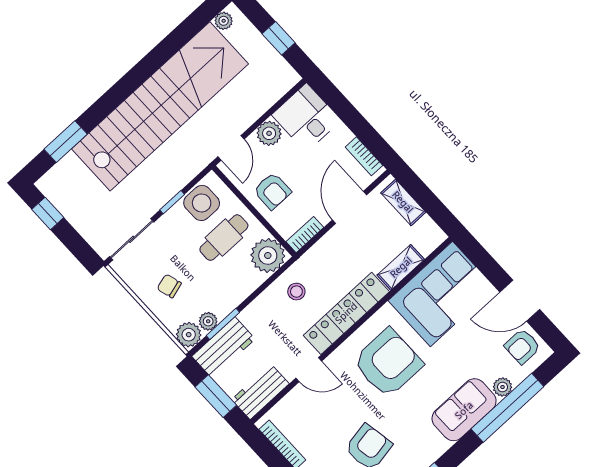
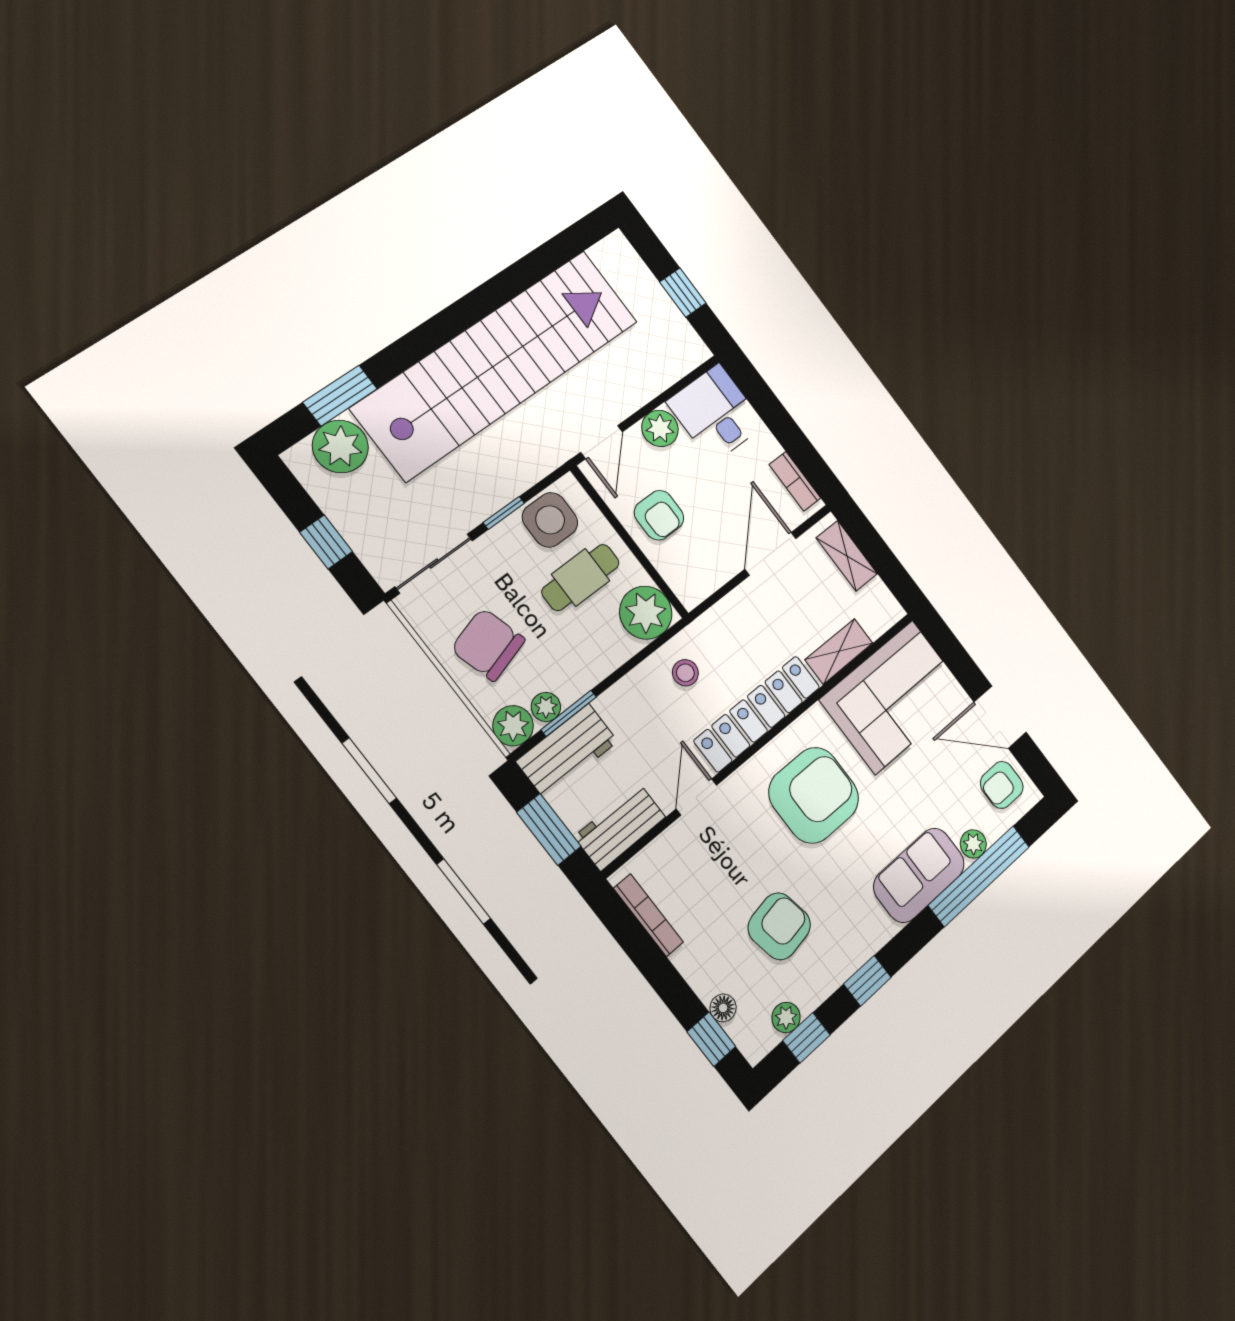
plant: (224, 21) -> (340, 446), moved, width x1.87, depth x1.87
window: (48, 213) -> (326, 542), moved
bookcase: (305, 235) -> (703, 587), removed
chair: (169, 286) -> (488, 644), width x1.87, depth x1.87
door: (309, 370) -> (696, 797), swing flipped

